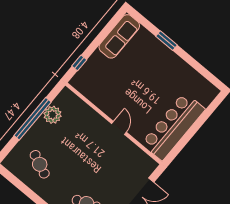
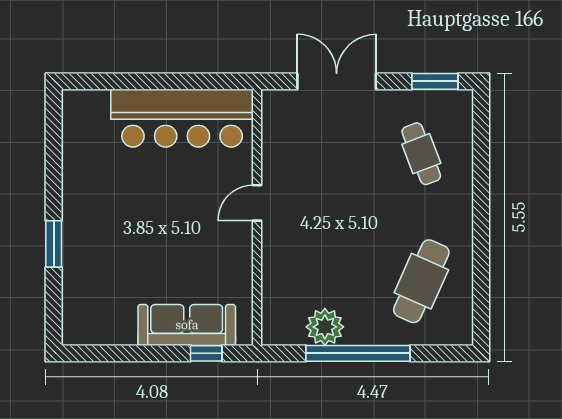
sofa: (119, 36) -> (187, 325), moved
cafe table: (40, 164) -> (421, 281), width x1.37, depth x1.35

